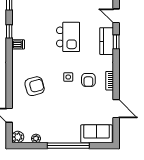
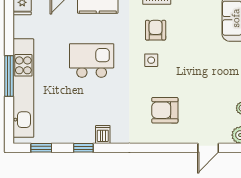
armchair: (88, 80) -> (156, 30), turned -90
armchair: (35, 86) -> (165, 110), turned -75

